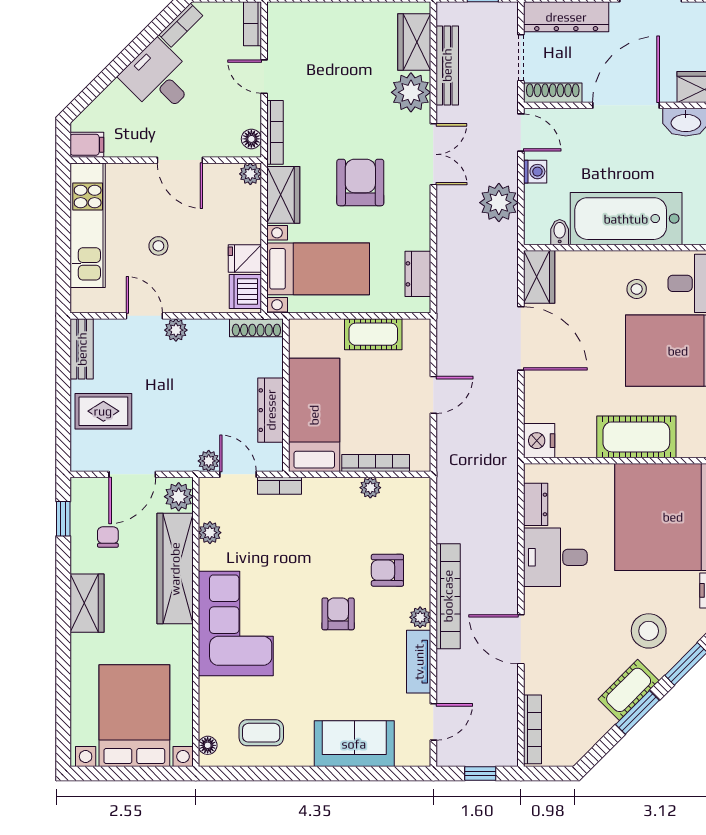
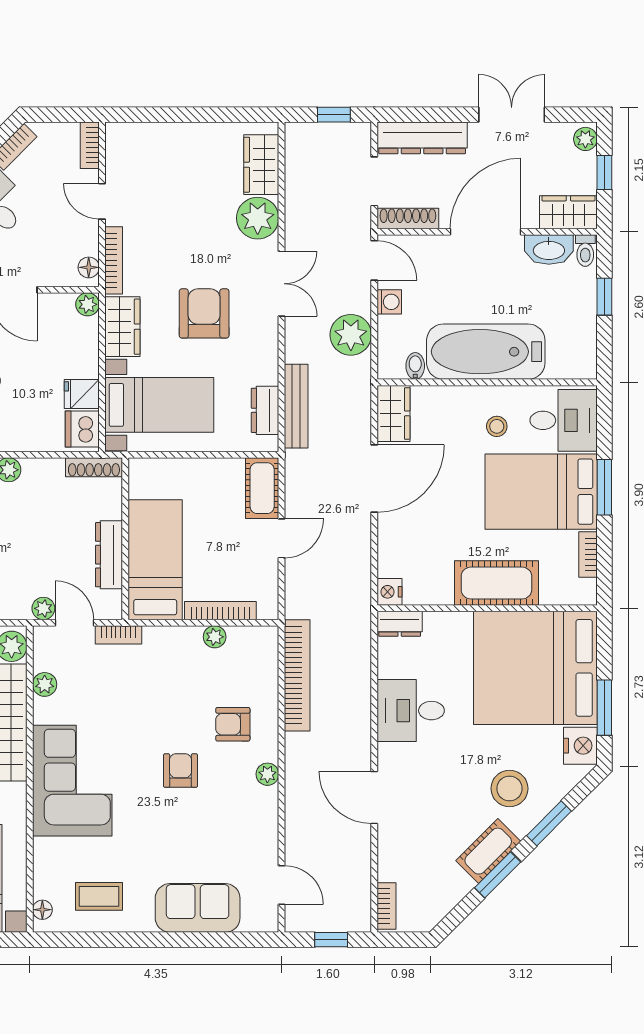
bench: (447, 65) -> (296, 406), moved
cot: (373, 334) -> (262, 488), moved, turned 90
door: (521, 338) -> (374, 479), hinge flipped
nightstand: (539, 441) -> (389, 592), width x0.74, depth x0.75
dresser: (536, 504) -> (400, 624), moved, turned 90
bookcase: (448, 596) -> (297, 675), moved
tv unit: (419, 662) -> (266, 821), removed
door: (433, 722) -> (282, 885), hinge flipped
bookcase: (532, 729) -> (386, 906), width x0.64

